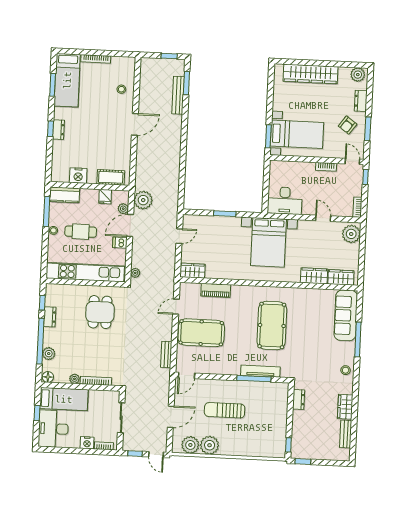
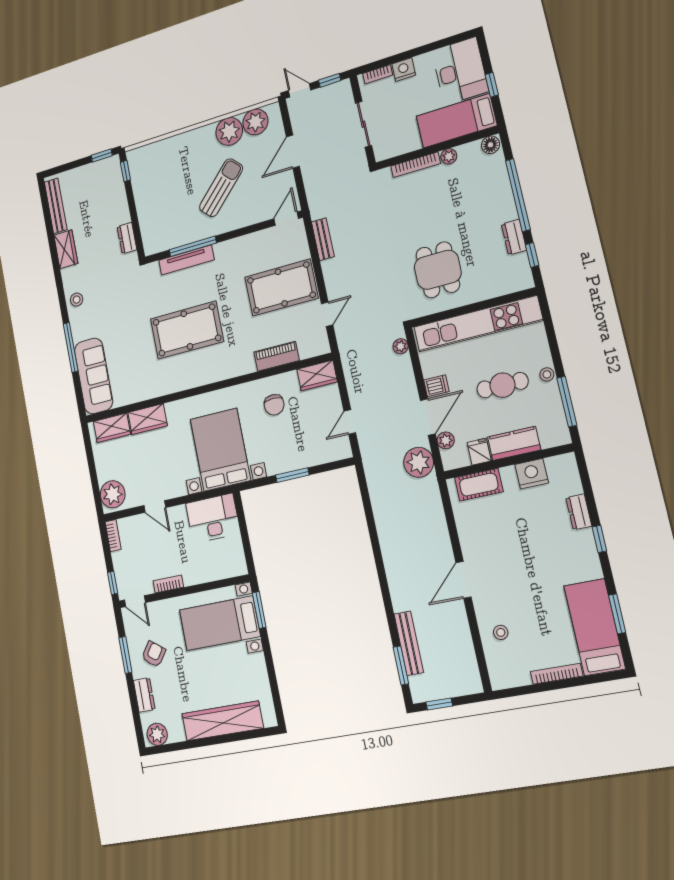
dresser: (58, 130) -> (579, 512), moved
kitchen counter: (65, 195) -> (514, 443), moved
chair: (225, 260) -> (274, 405), added
pool table: (272, 325) -> (187, 330), turned 90
plant: (49, 354) -> (499, 181), removed
sun lounger: (225, 410) -> (221, 188), turned -45
bench: (346, 434) -> (56, 206), width x1.36

